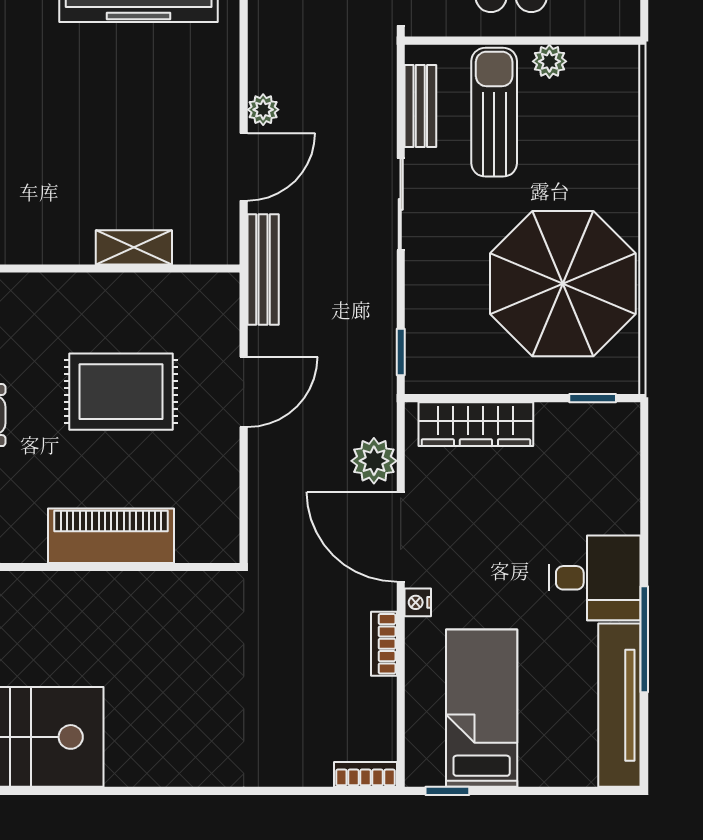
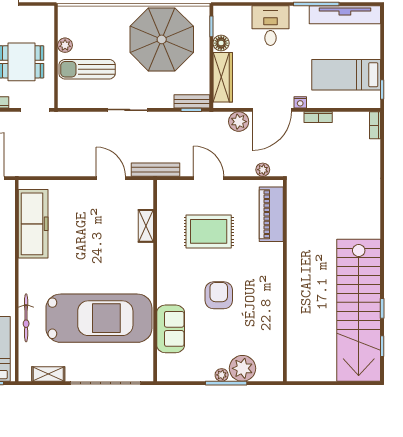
bench: (420, 106) -> (192, 101), moved
plant: (263, 110) -> (263, 170), moved
rug: (121, 392) -> (209, 231), turned 90
floor lamp: (555, 420) -> (221, 43), added
piano: (111, 536) -> (271, 214), moved
desk: (595, 578) -> (270, 26), moved

